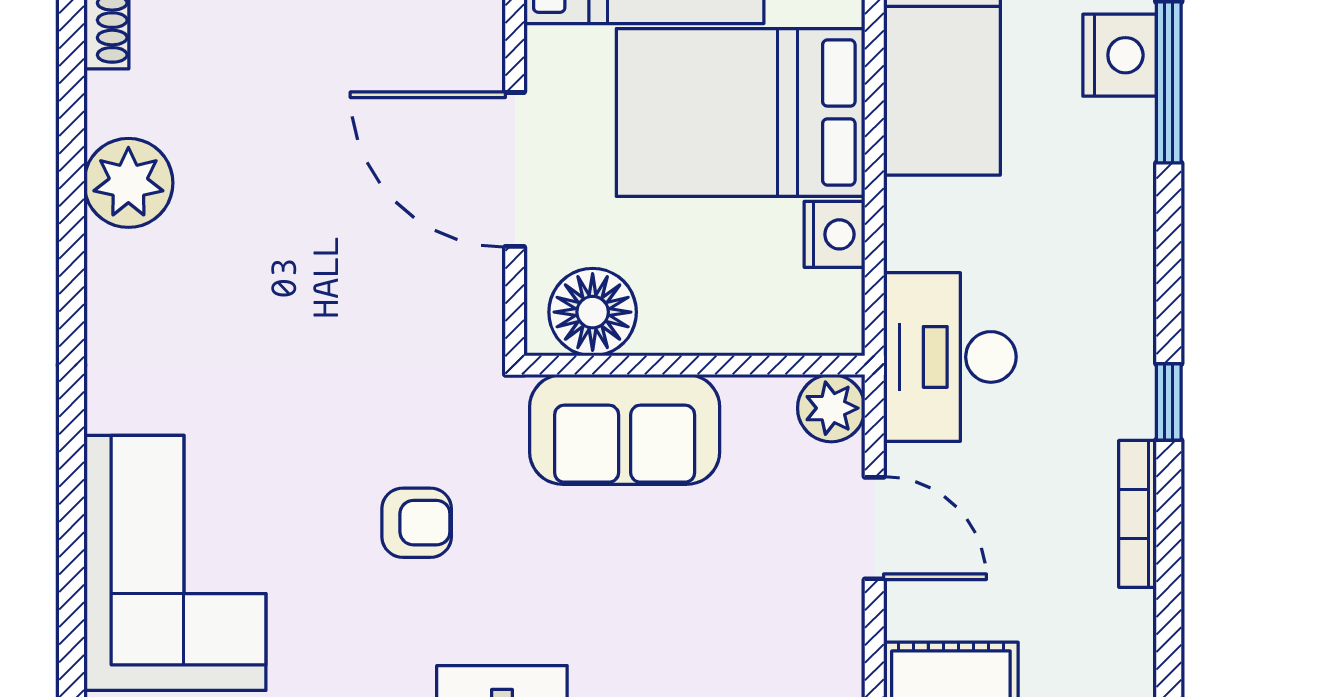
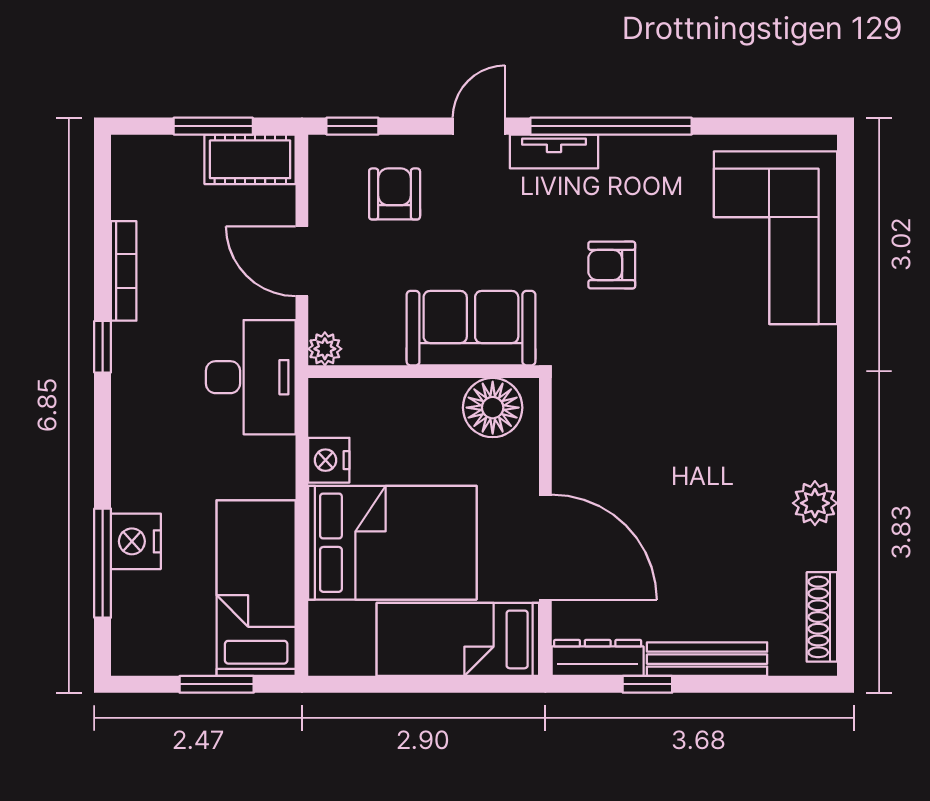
nightstand: (1120, 55) -> (136, 541), moved
door: (515, 170) -> (545, 547), moved
plant: (128, 183) -> (815, 503), width x0.73, depth x0.73
plant: (831, 408) -> (325, 349), width x0.73, depth x0.73
armchair: (738, 628) -> (395, 194), added

